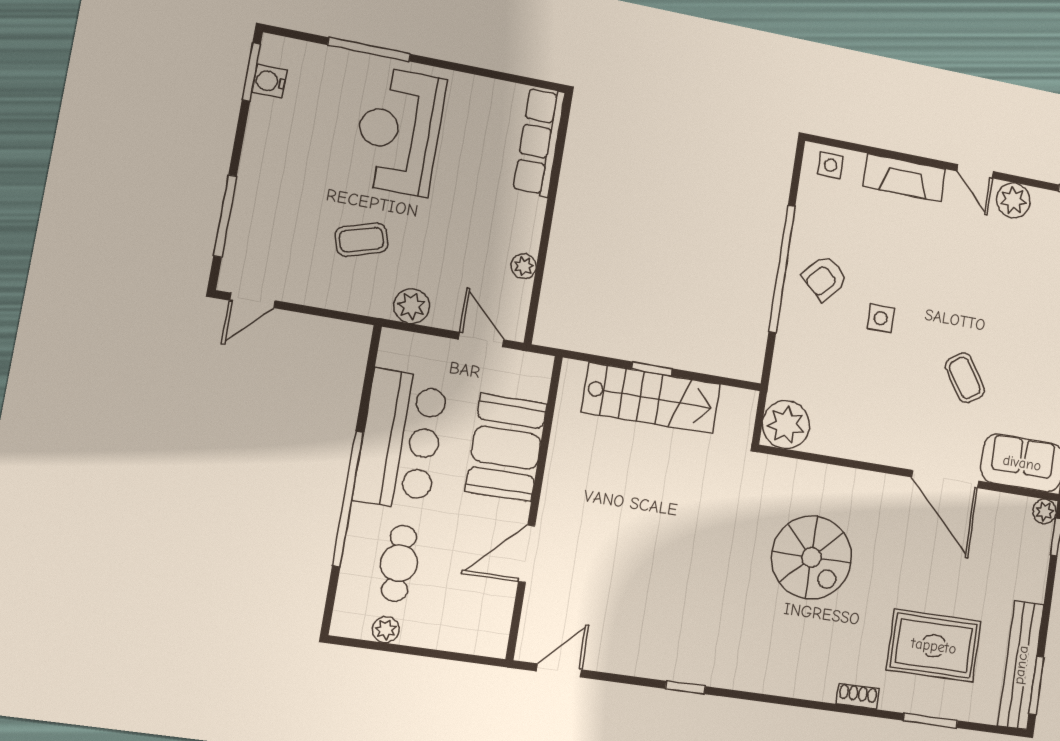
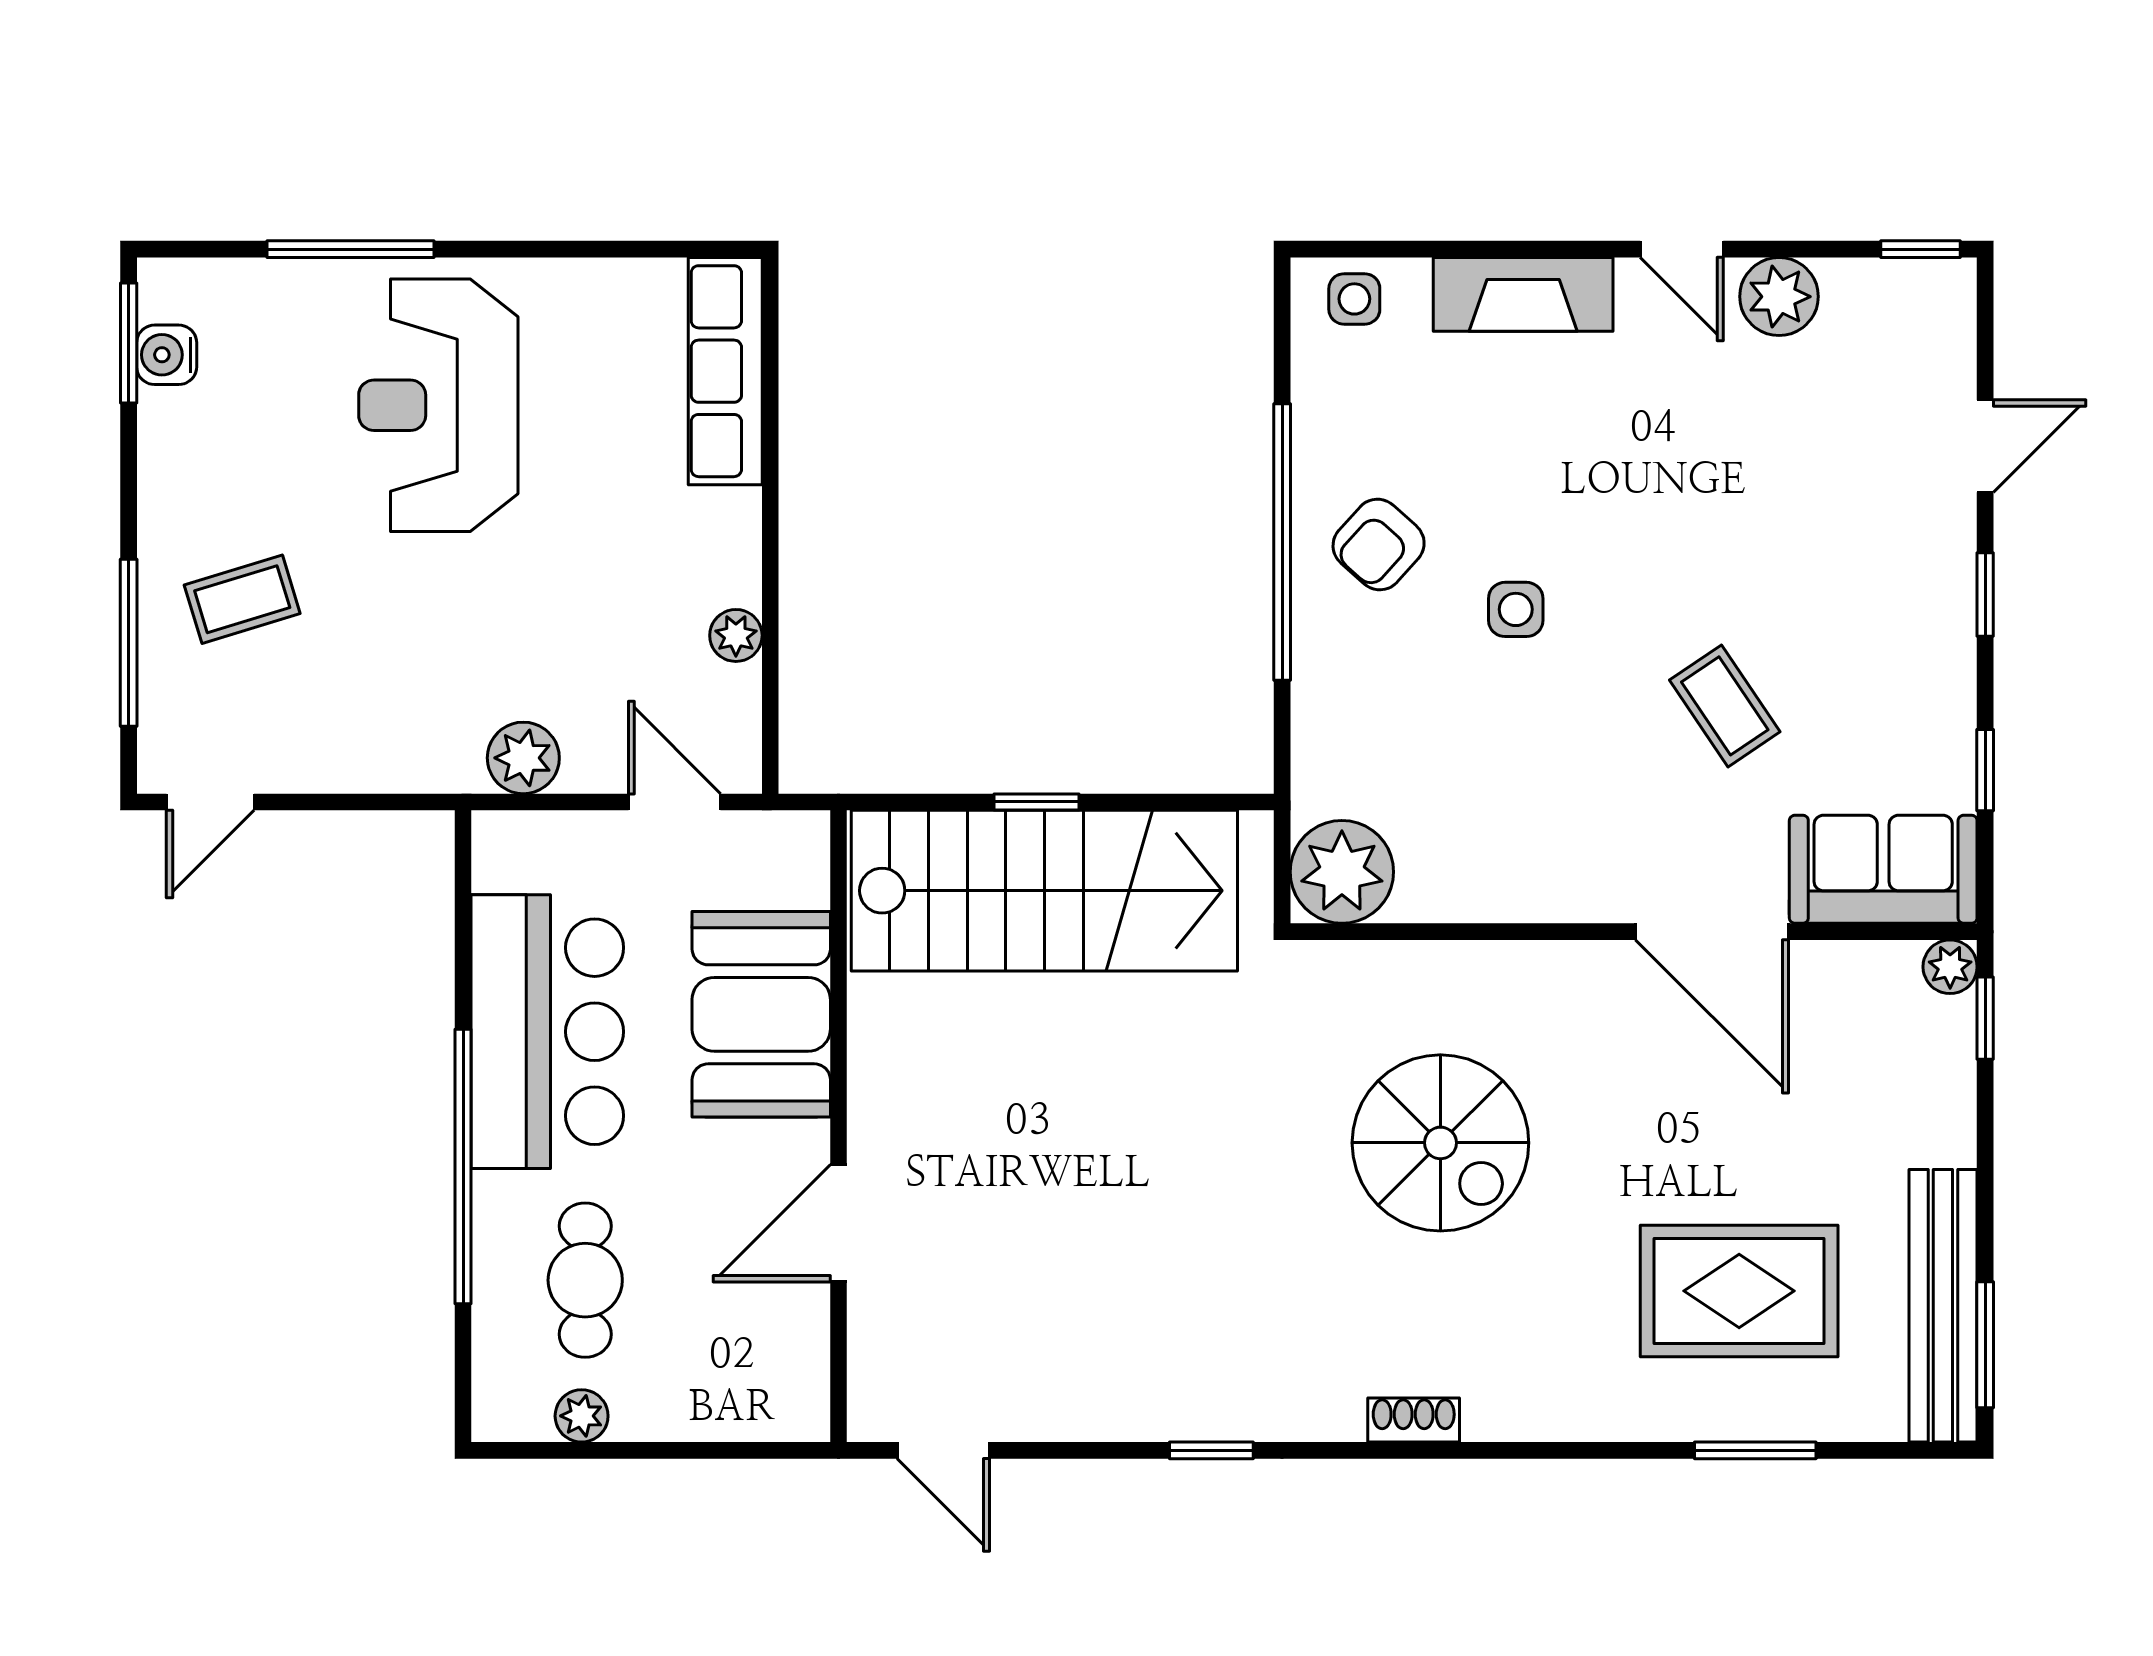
coffee table: (361, 240) -> (242, 599), moved
stairs: (651, 398) -> (1044, 891), width x1.36, depth x1.51
door: (559, 670) -> (943, 1450), swing flipped
shoe rack: (858, 696) -> (1414, 1420), moved

